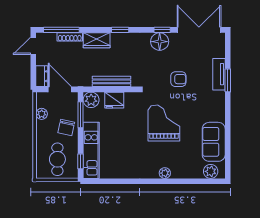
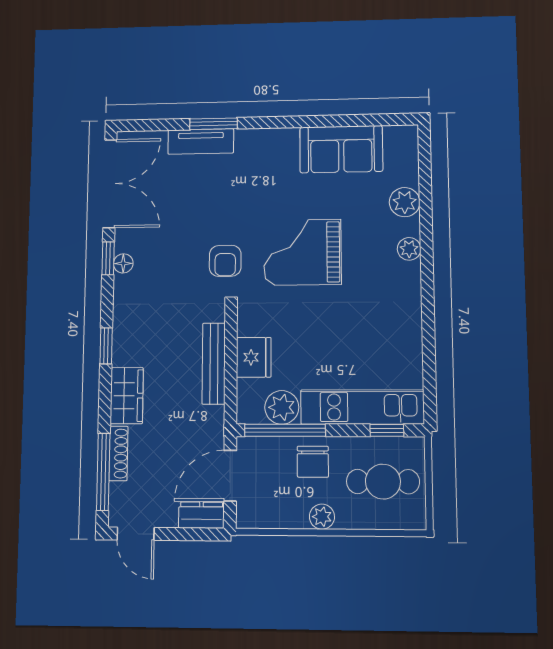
double door: (199, 30) -> (110, 184), swing flipped
floor lamp: (160, 42) -> (123, 263), width x0.53, depth x0.53
armchair: (178, 79) -> (225, 261), moved, turned 180
plant: (91, 100) -> (282, 407), moved
plant: (42, 114) -> (322, 517), moved
window: (81, 115) -> (285, 430), width x1.44
chair: (66, 127) -> (313, 462), turned 78
plant: (211, 171) -> (405, 202), moved

